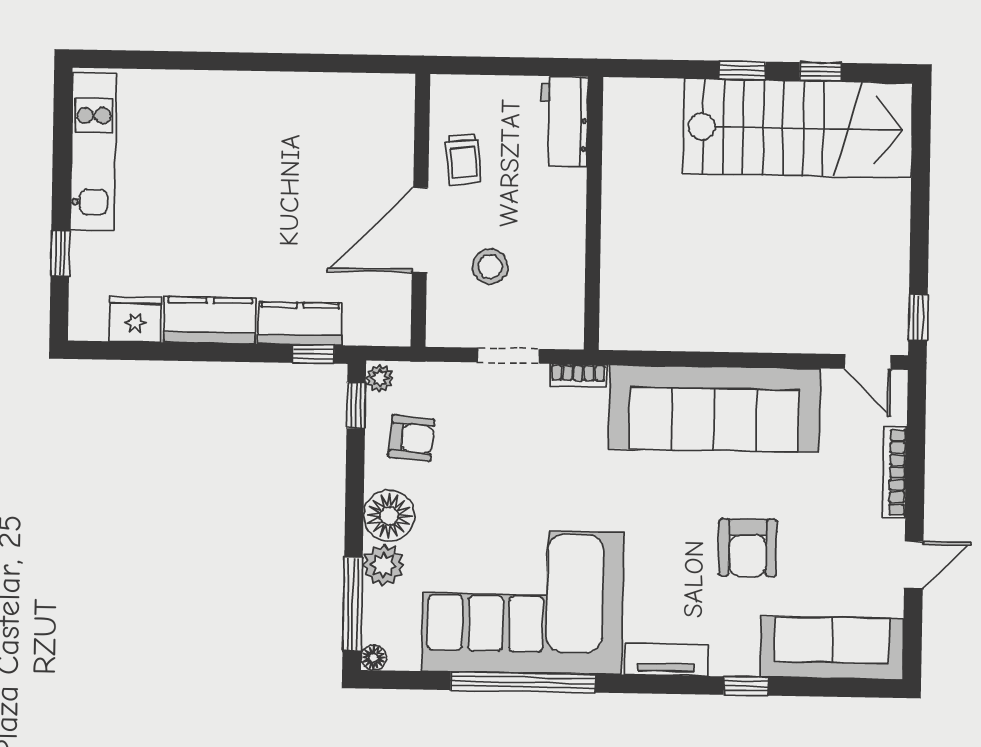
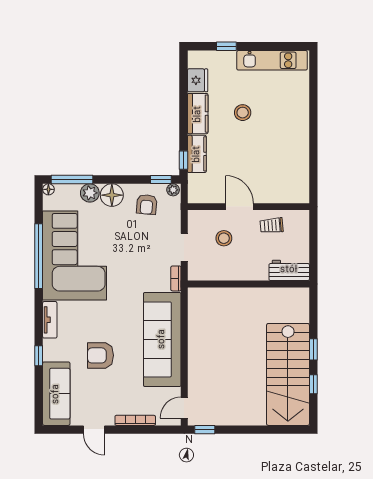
stool: (209, 220) -> (243, 113), added
door: (420, 230) -> (239, 207), width x0.73

